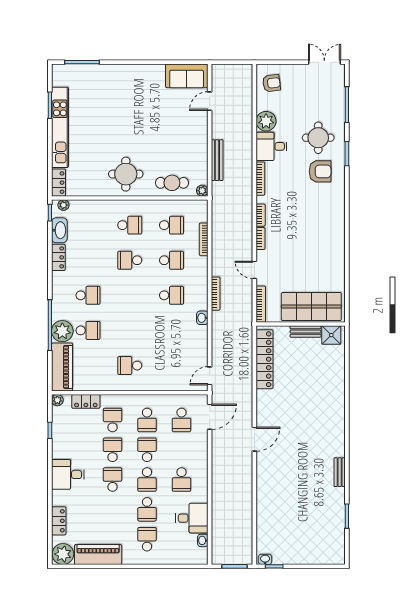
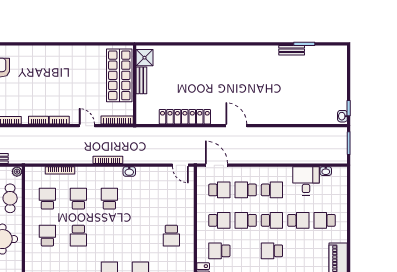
door: (254, 270) -> (87, 126), swing flipped
locker: (264, 359) -> (185, 117), moved
school desk: (113, 450) -> (246, 190), moved
bench: (340, 472) -> (292, 50), moved

